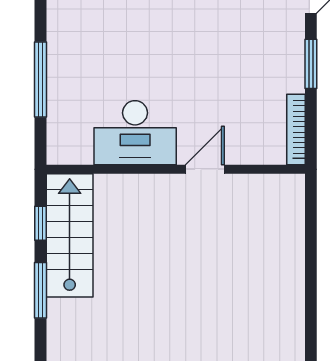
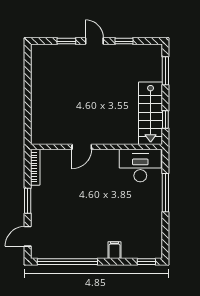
desk: (135, 133) -> (140, 166), moved
window: (41, 290) -> (165, 71), moved

